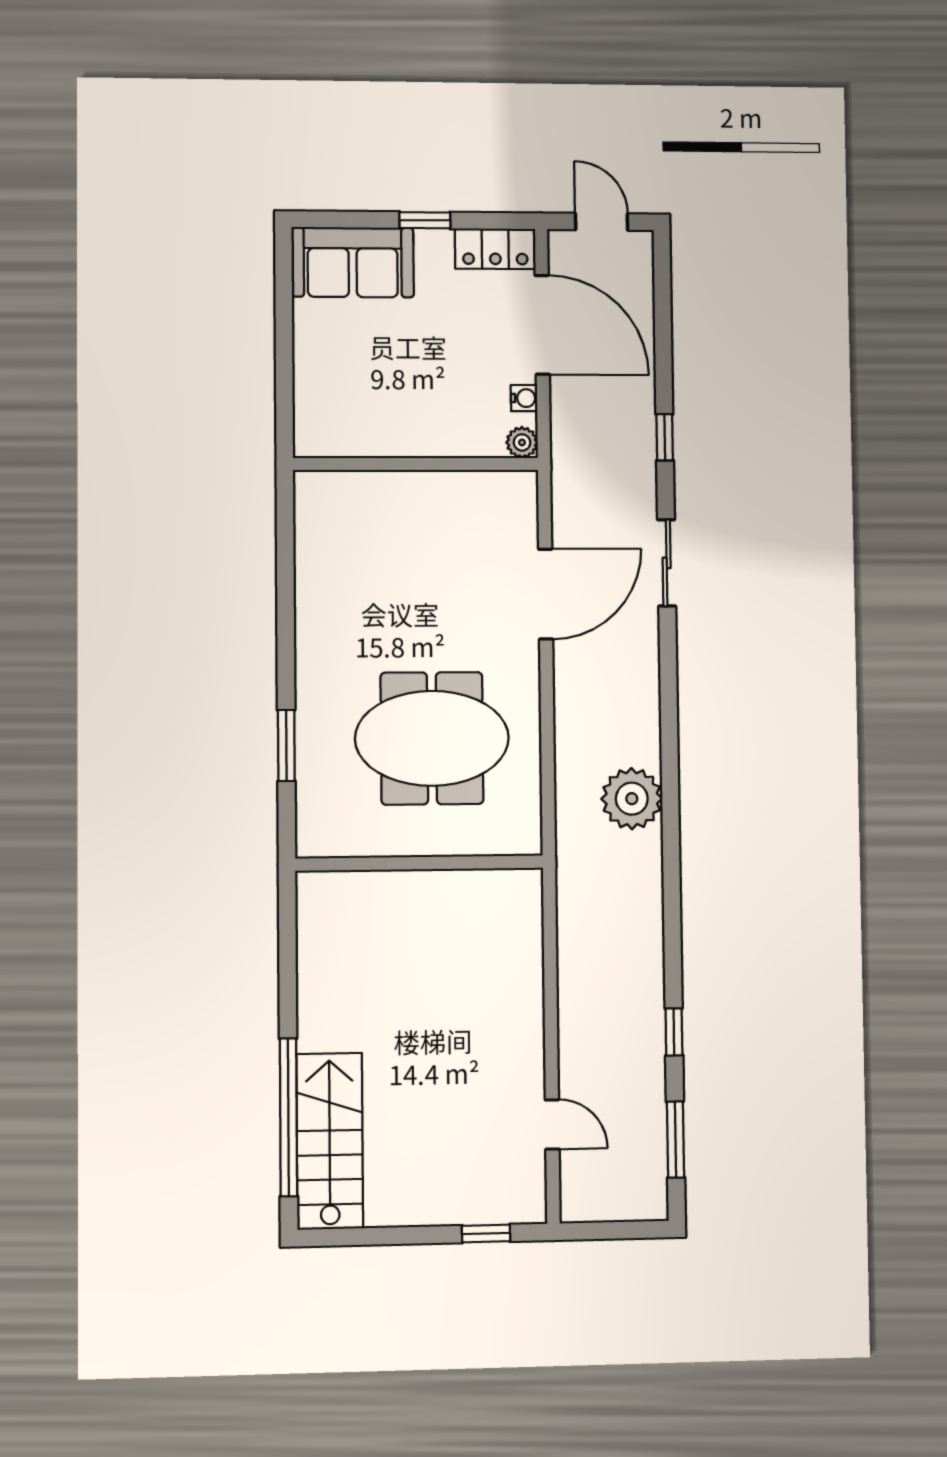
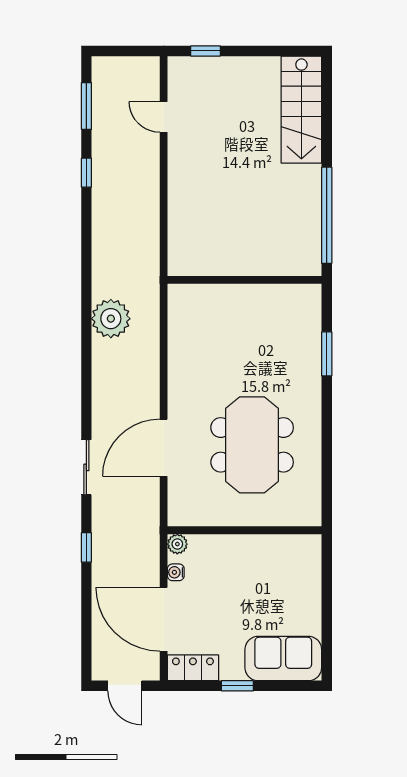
meeting table: (432, 738) -> (252, 445), moved, turned 90
window: (288, 1117) -> (327, 215), moved

